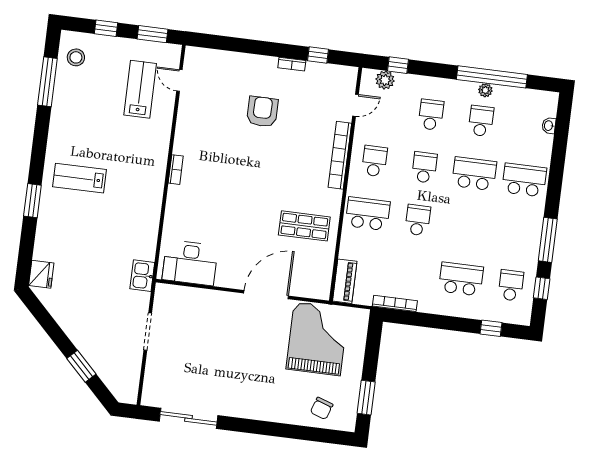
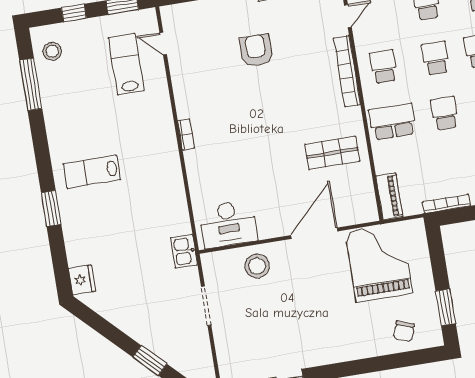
stool: (205, 309) -> (257, 266), added

